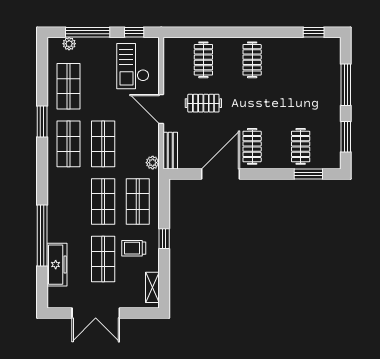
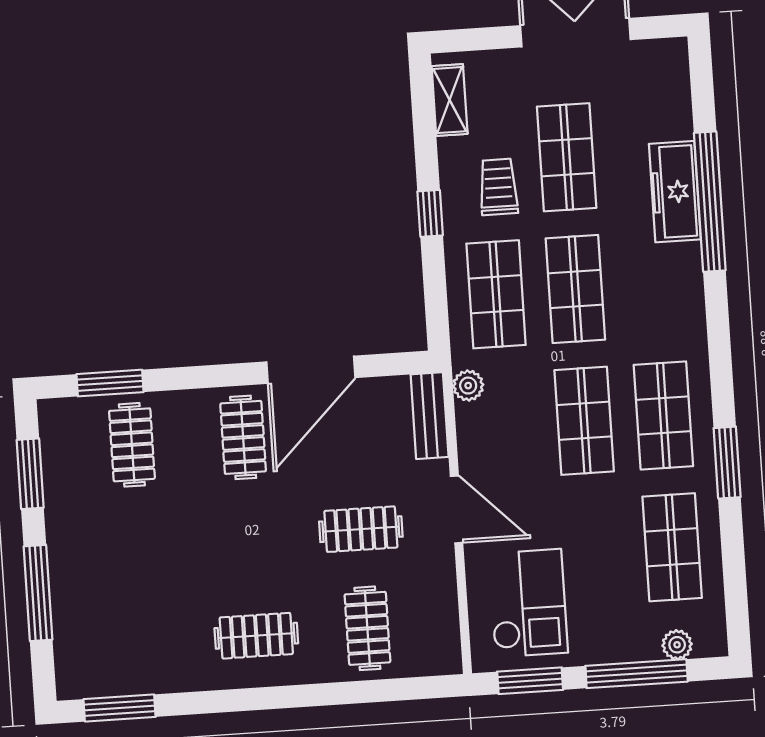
window: (134, 32) -> (530, 681), width x1.50
window: (314, 32) -> (120, 708), width x1.50
clothes rail: (252, 60) -> (256, 636), turned 90
trolley: (134, 248) -> (498, 187), turned -90
freezer: (57, 265) -> (675, 192), moved

